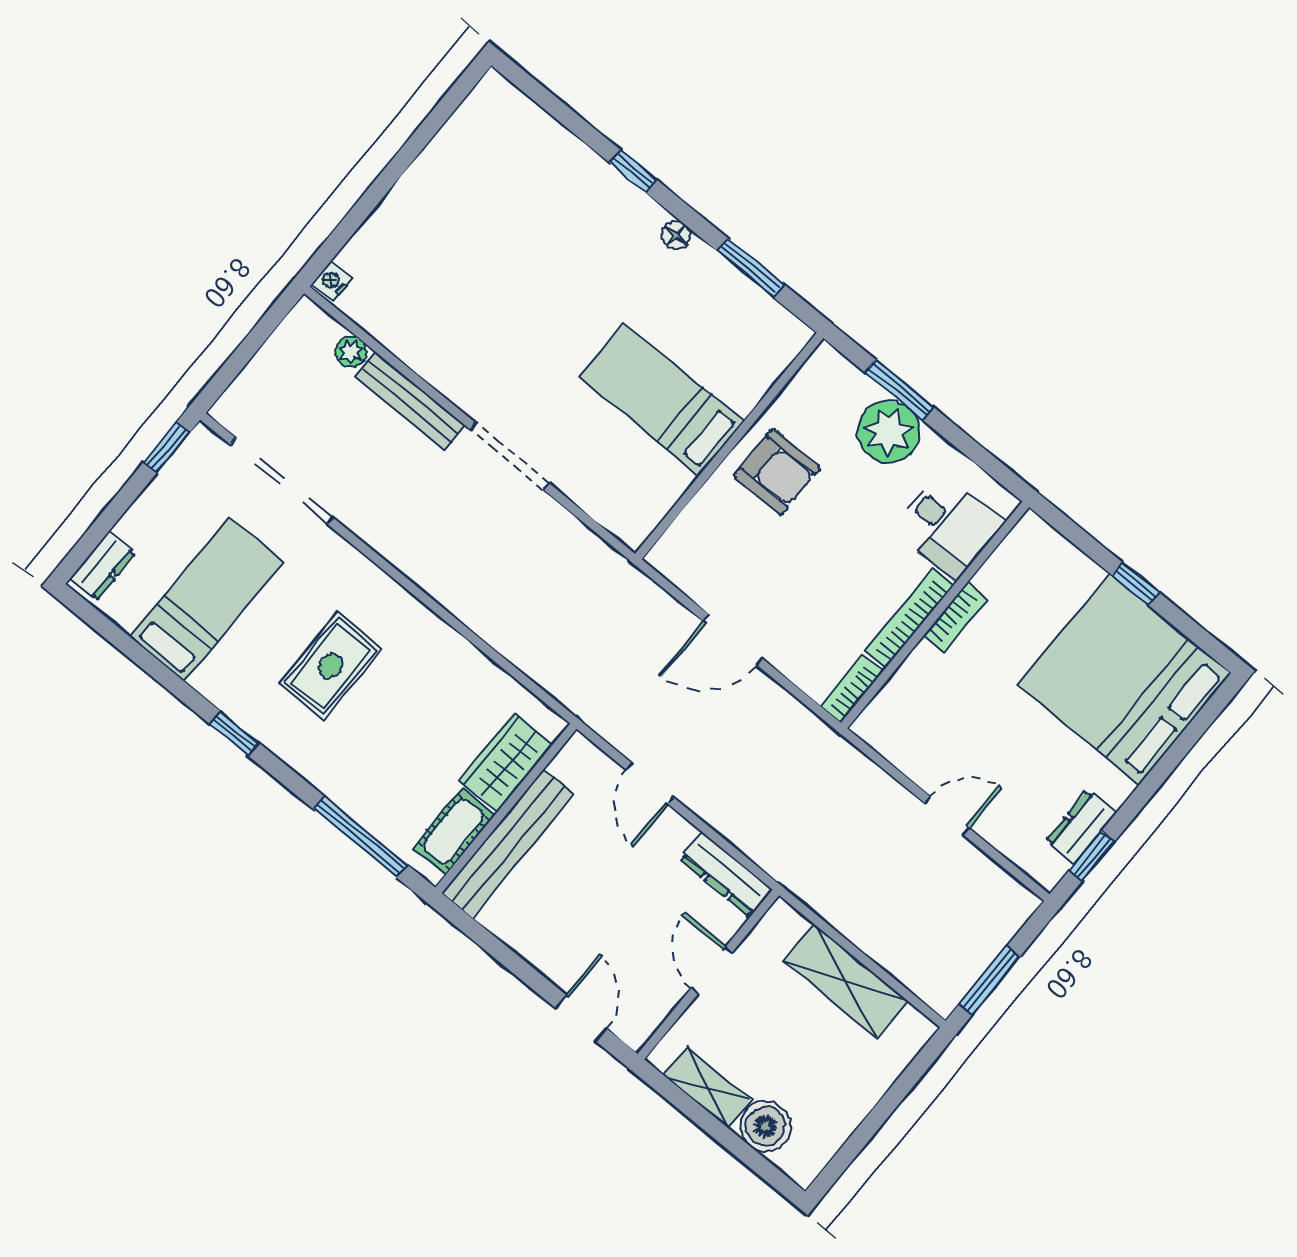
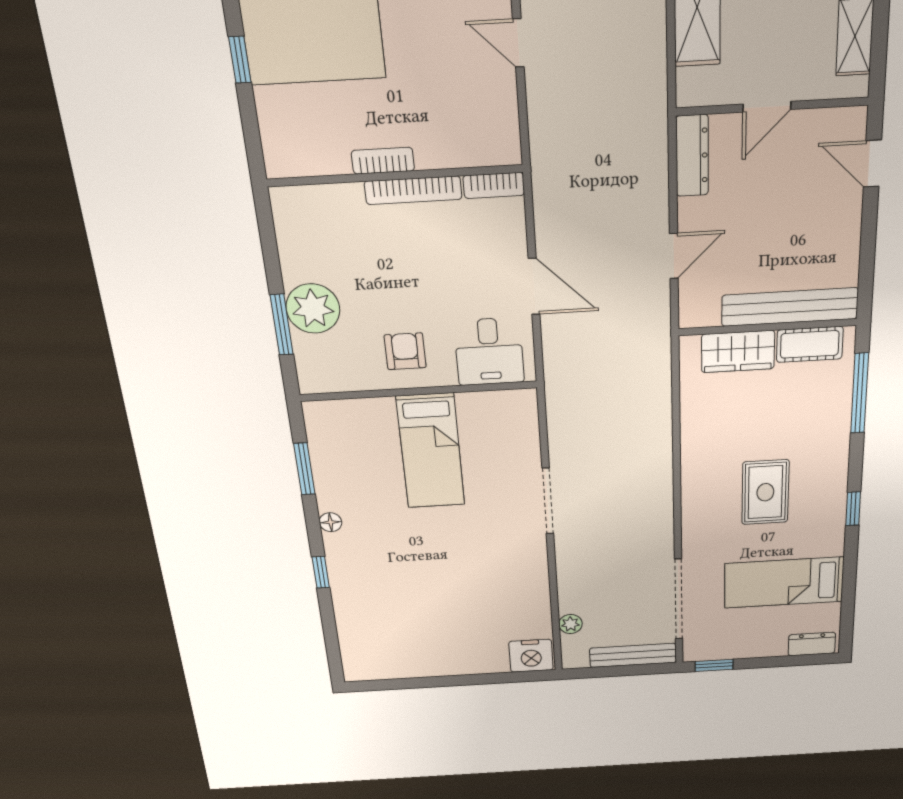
nightstand: (332, 281) -> (531, 656), width x1.89, depth x1.79
bench: (410, 401) -> (633, 655), moved, turned 90
armchair: (777, 471) -> (405, 351), width x0.72, depth x0.72
desk: (948, 525) -> (489, 352), moved, turned 180
rug: (331, 666) -> (765, 492), turned 90
door: (581, 1018) -> (872, 164), hinge flipped

